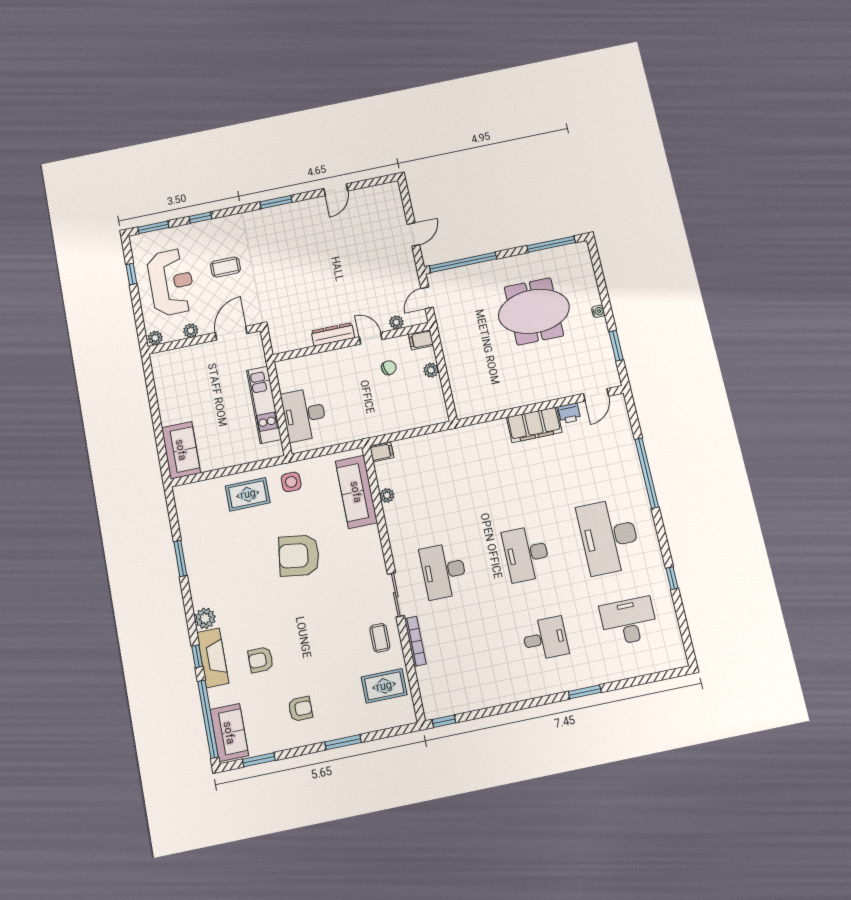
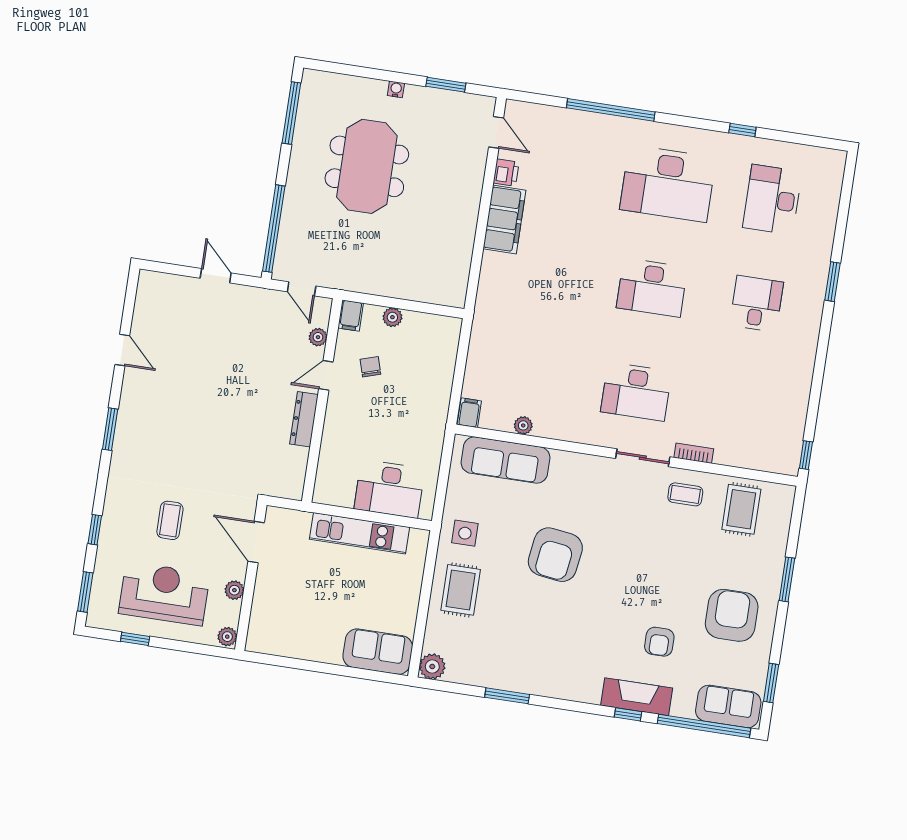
plant: (205, 618) -> (432, 666), moved
bookcase: (415, 641) -> (694, 453), width x0.64
armchair: (300, 709) -> (732, 615), width x1.88, depth x1.88

